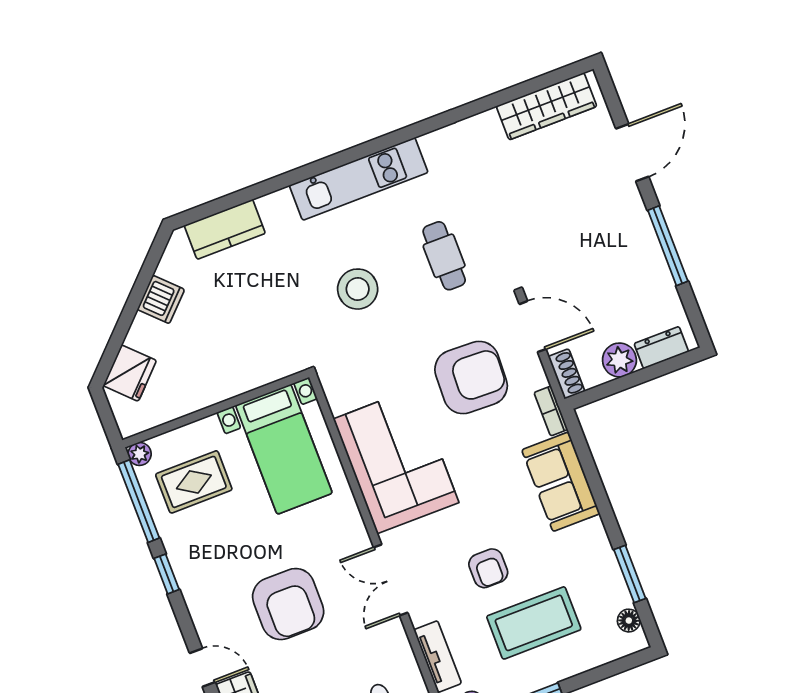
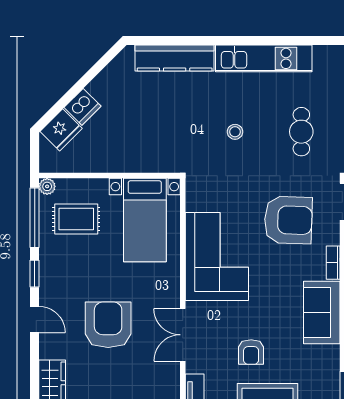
kitchen counter: (225, 229) -> (175, 58), width x1.50
stool: (358, 289) -> (235, 132), width x0.53, depth x0.53
dishwasher: (161, 299) -> (83, 107), moved
armchair: (288, 604) -> (108, 325), turned 180
door: (202, 668) -> (35, 320), moved

